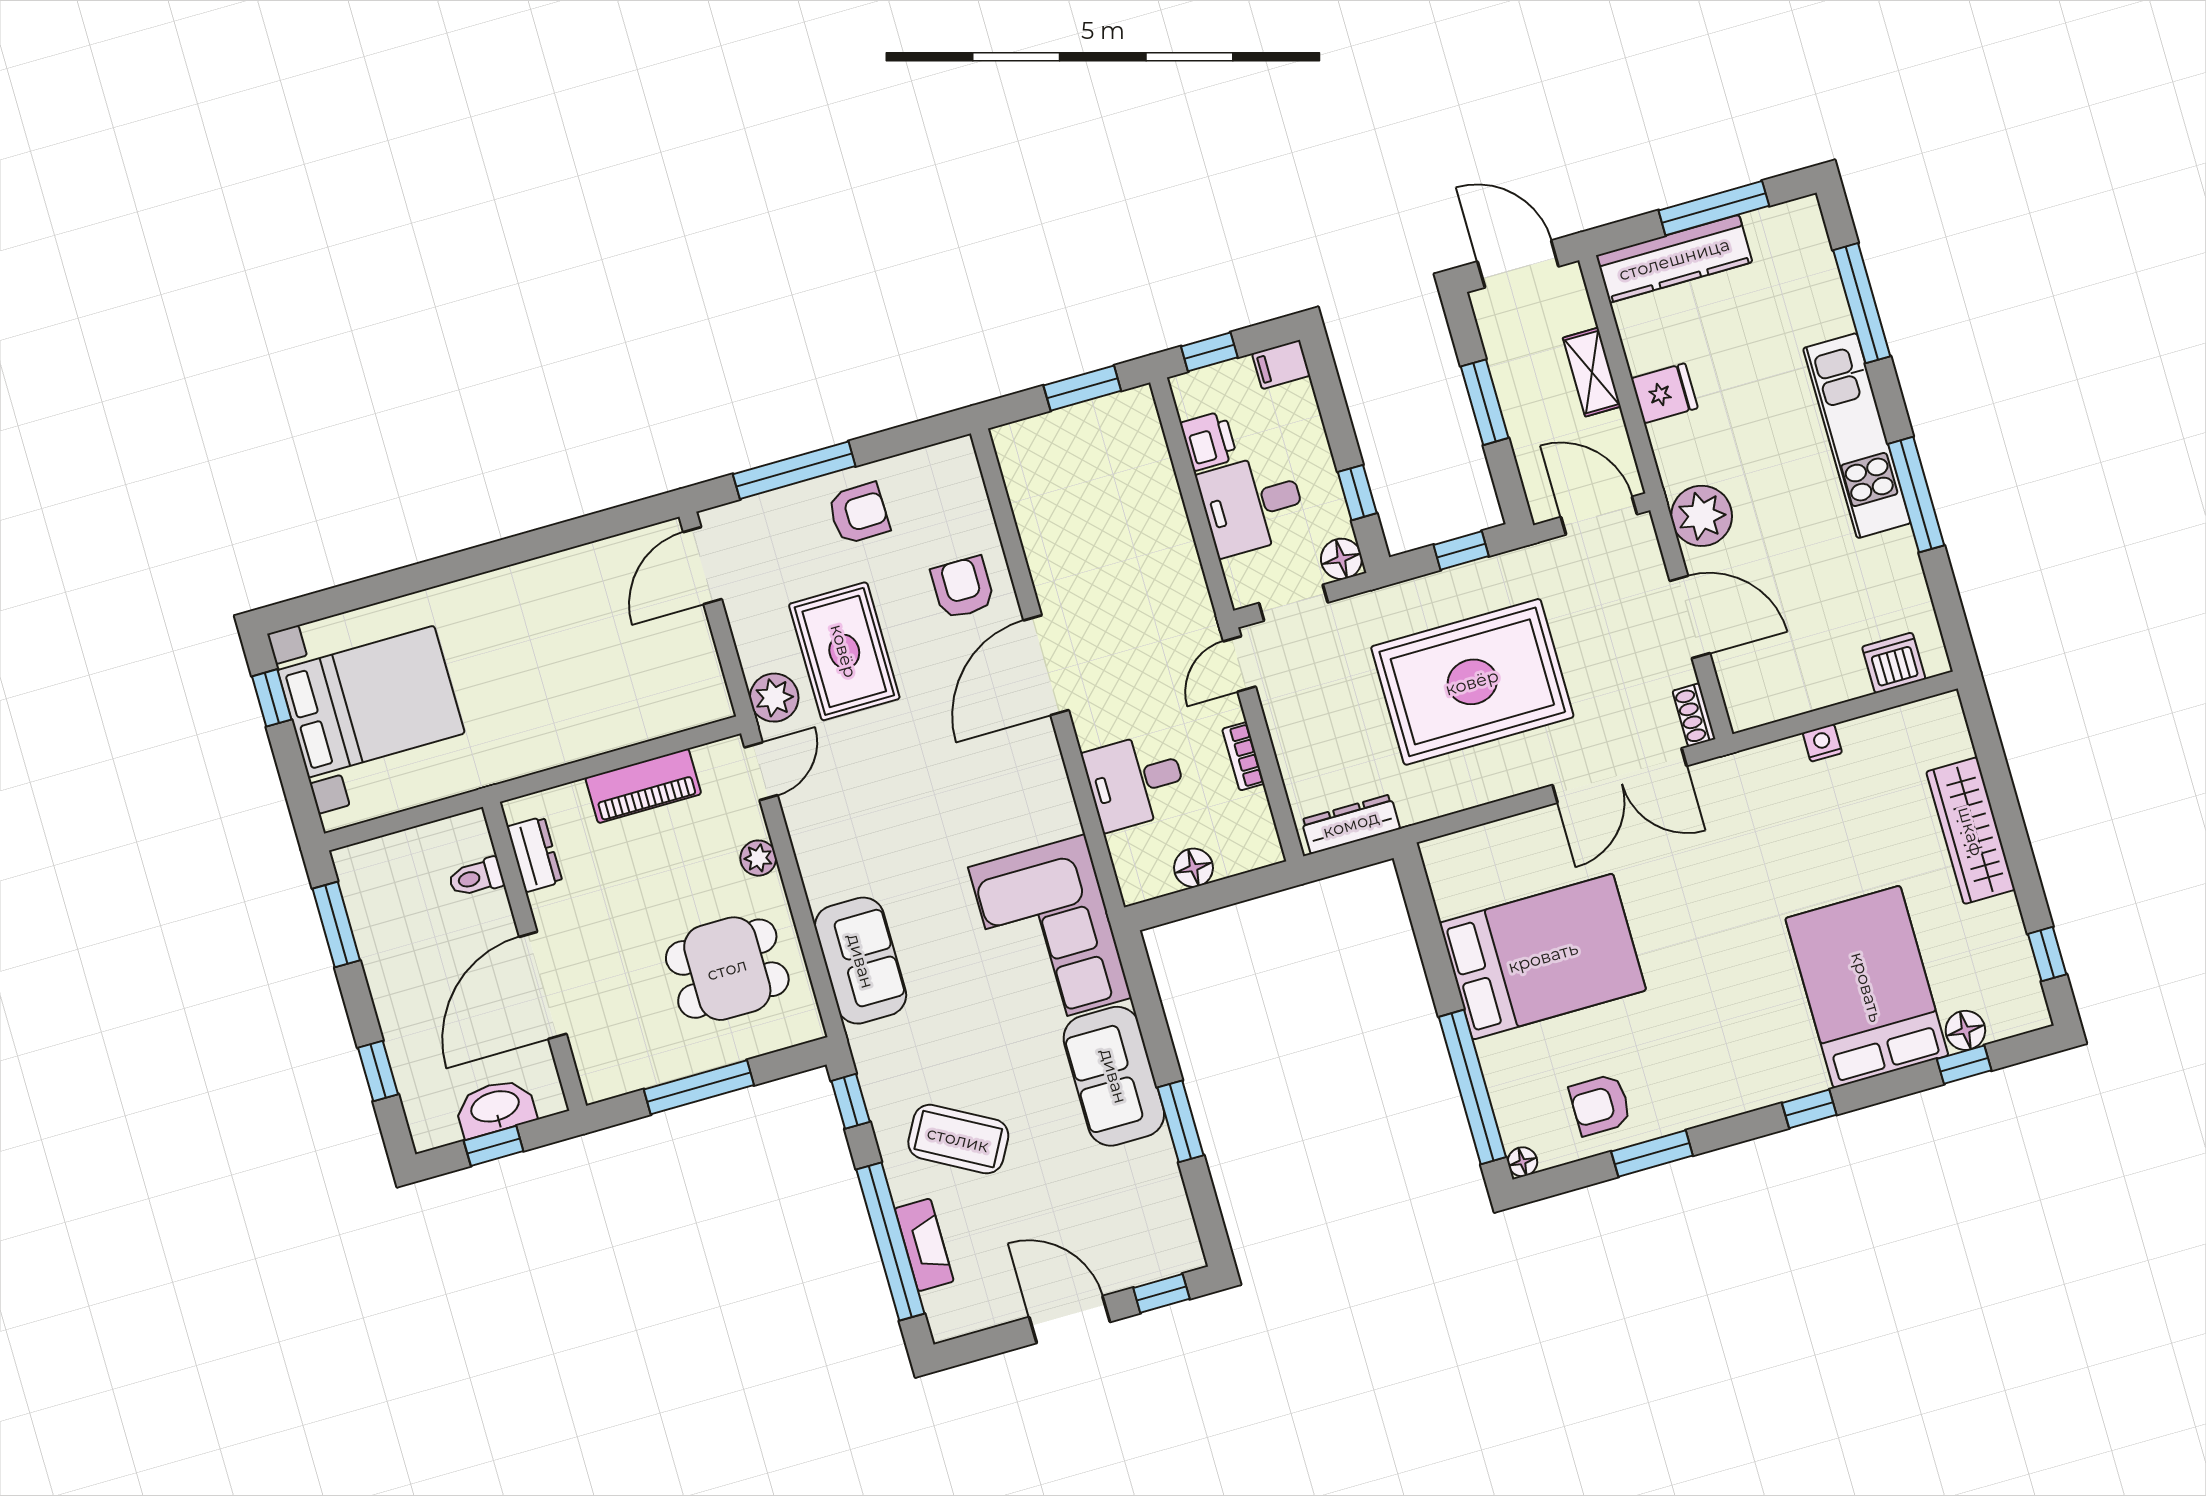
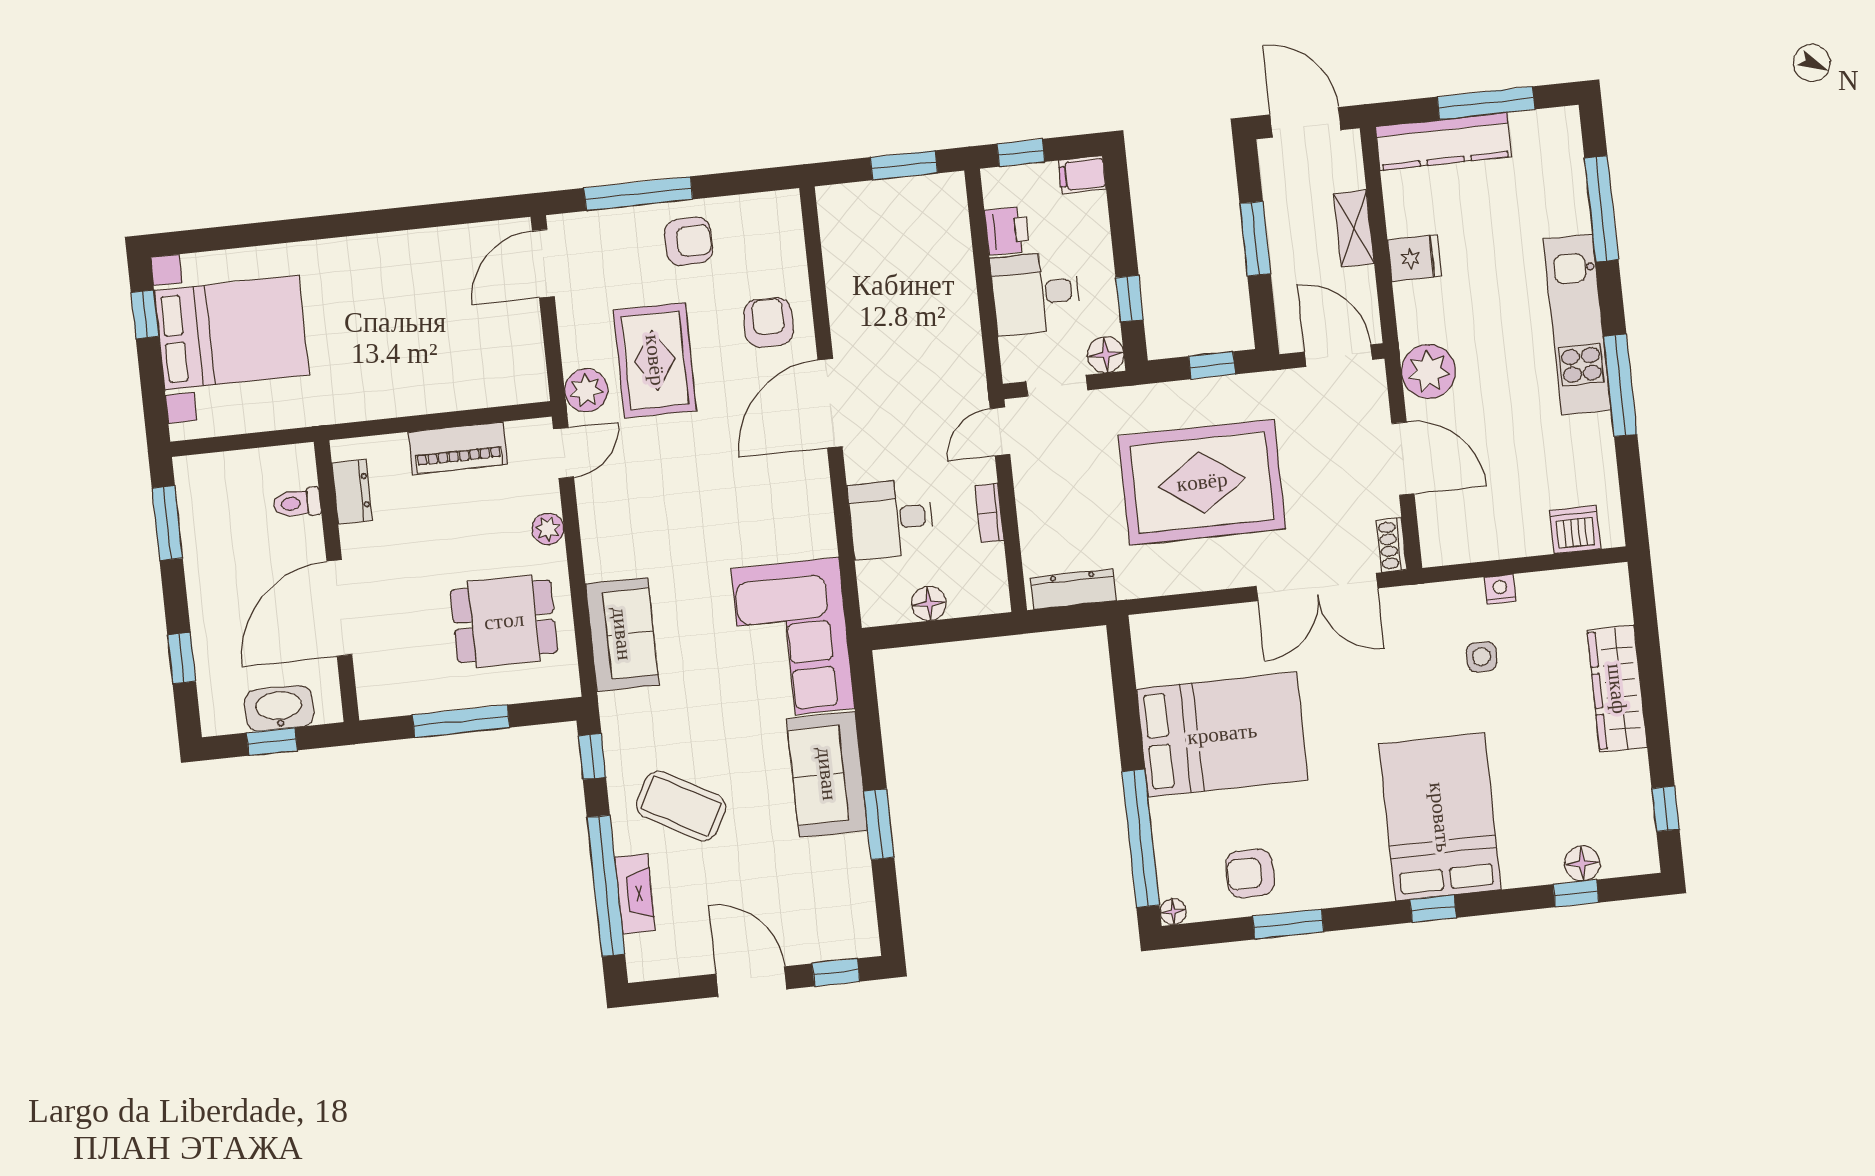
side table: (1815, 821) -> (1482, 657), added
bed: (1867, 987) -> (1440, 817), moved

